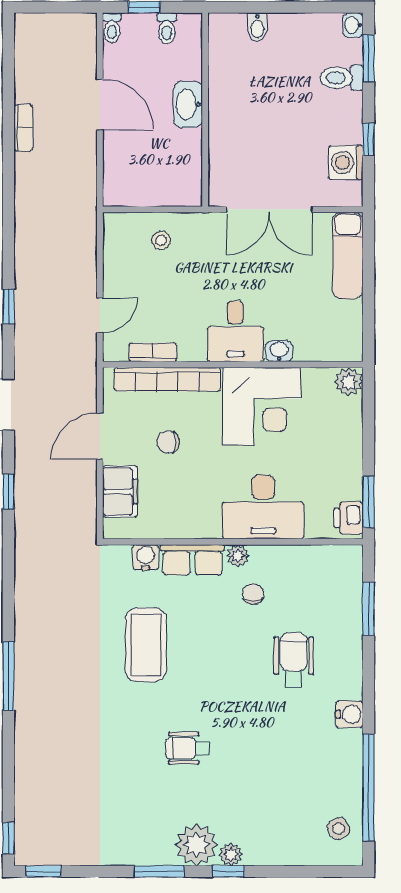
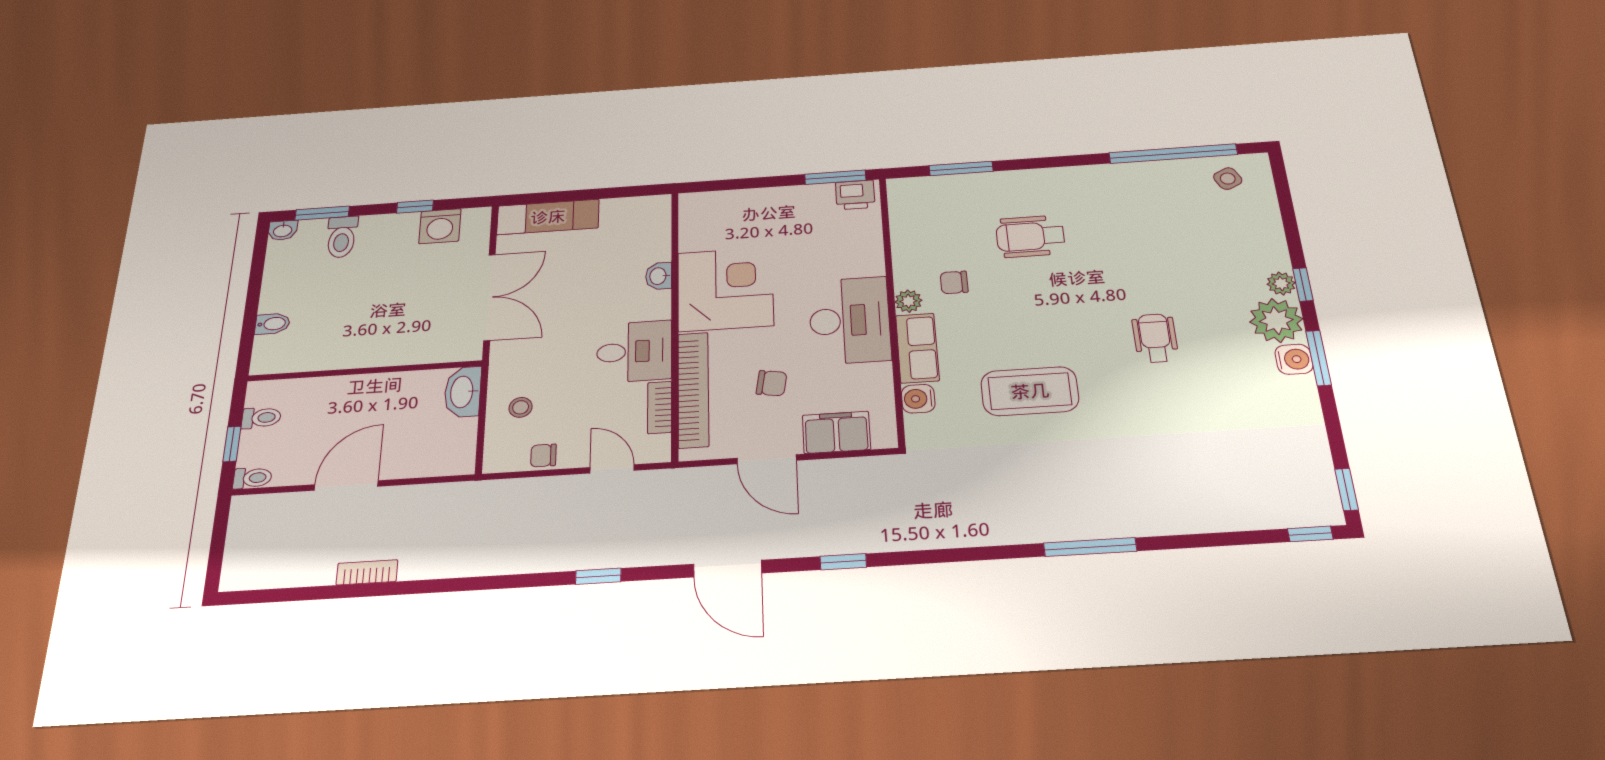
washbasin: (188, 104) -> (463, 392), moved, turned 90
chair: (116, 260) -> (543, 455), added
desk: (235, 331) -> (634, 351), moved
plant: (349, 382) -> (695, 206), removed
chair: (168, 442) -> (772, 383), turned -81
desk: (263, 507) -> (850, 320), moved
water cooler: (349, 714) -> (1294, 359), moved, turned 90
wheelchair: (187, 748) -> (1155, 338), turned 180

